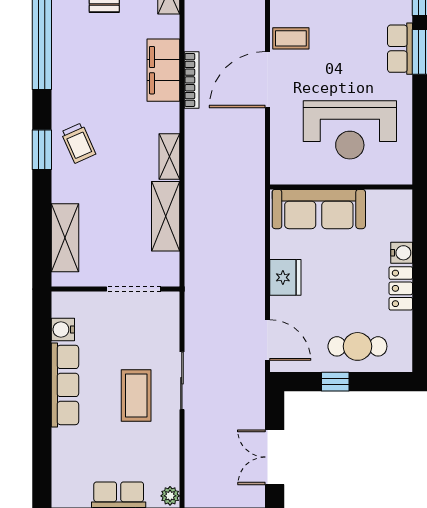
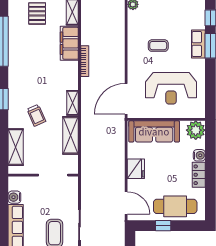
coffee table: (291, 38) -> (158, 46), moved
filing cabinet: (163, 70) -> (69, 43), moved
door: (267, 80) -> (126, 99), moved
trolley: (78, 143) -> (36, 115), moved
plant: (395, 207) -> (196, 130), added
cafe table: (357, 346) -> (175, 206), width x1.37, depth x1.35

